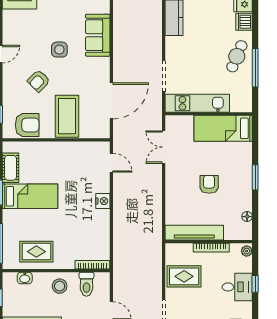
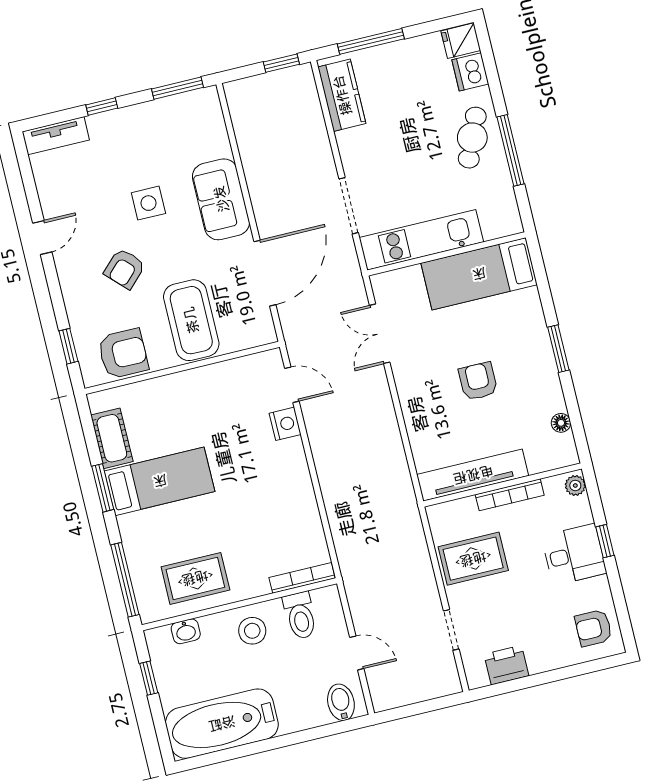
sofa: (98, 35) -> (221, 199), moved
nightstand: (103, 201) -> (285, 424), moved

